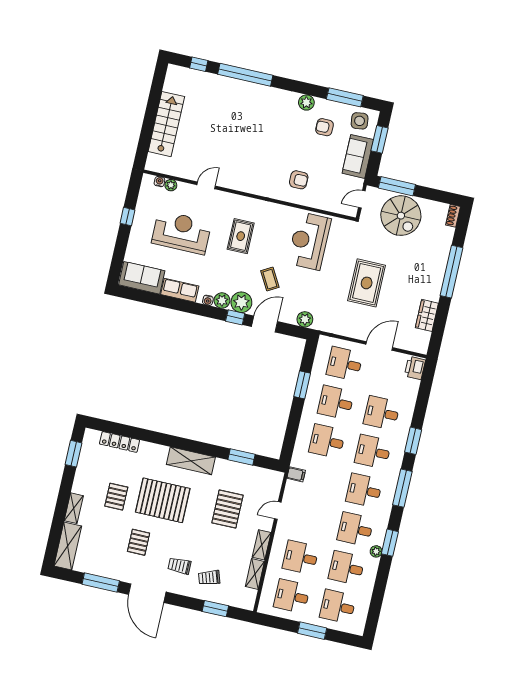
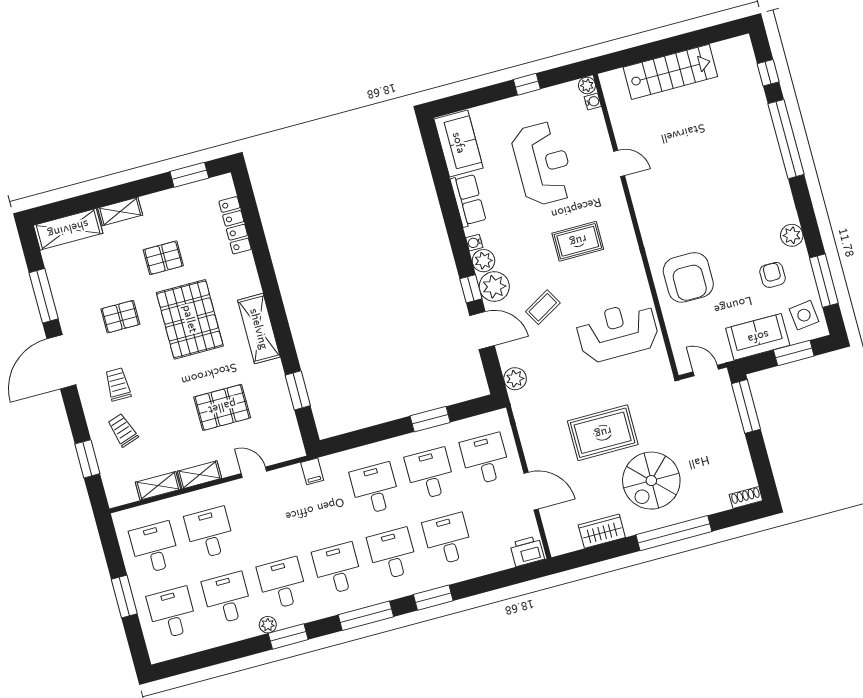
armchair: (299, 180) -> (688, 277), width x1.88, depth x1.88
plant: (171, 185) -> (587, 85), moved
spiral stairs: (401, 216) -> (651, 481), moved

